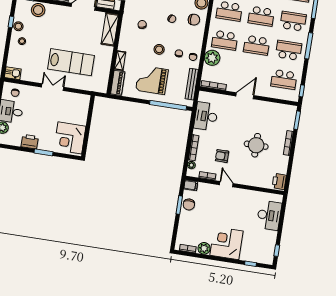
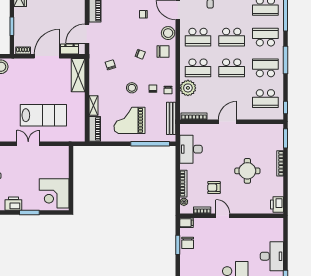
desk: (269, 215) -> (272, 256), moved

